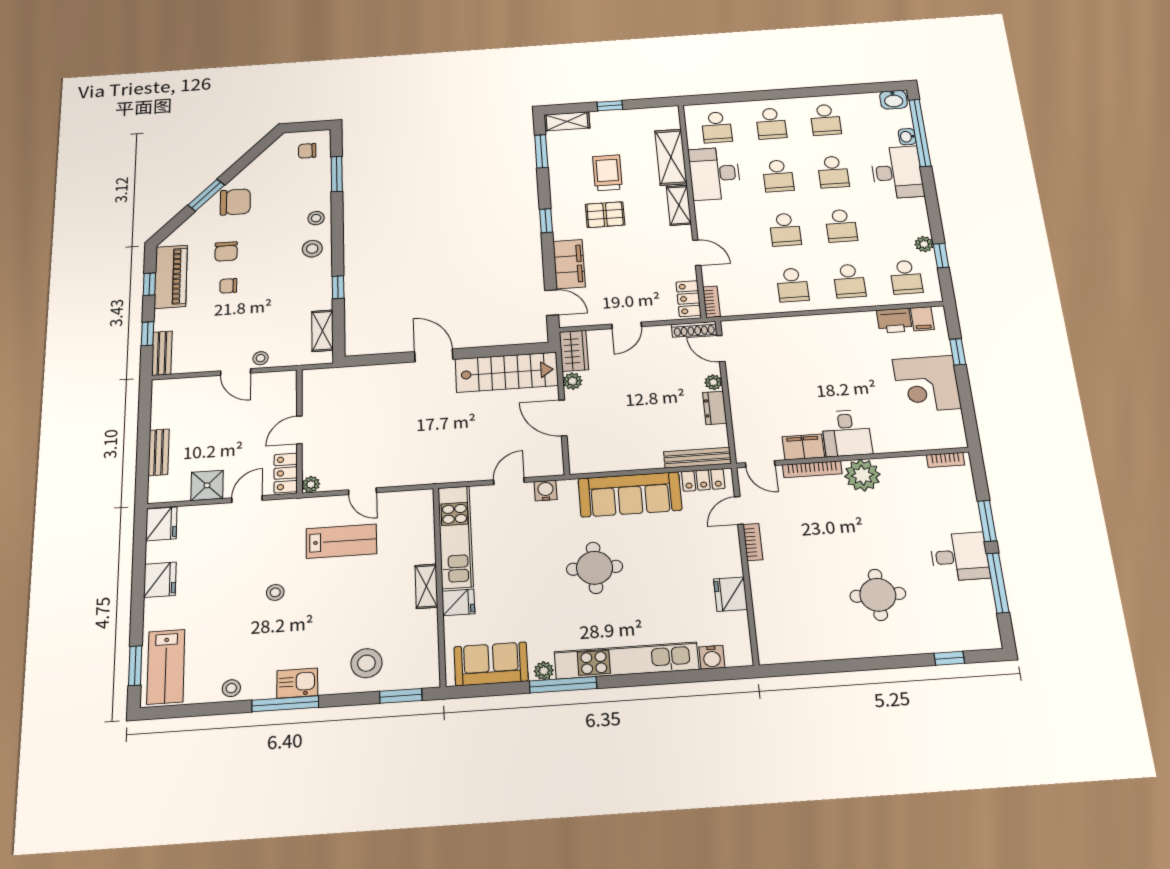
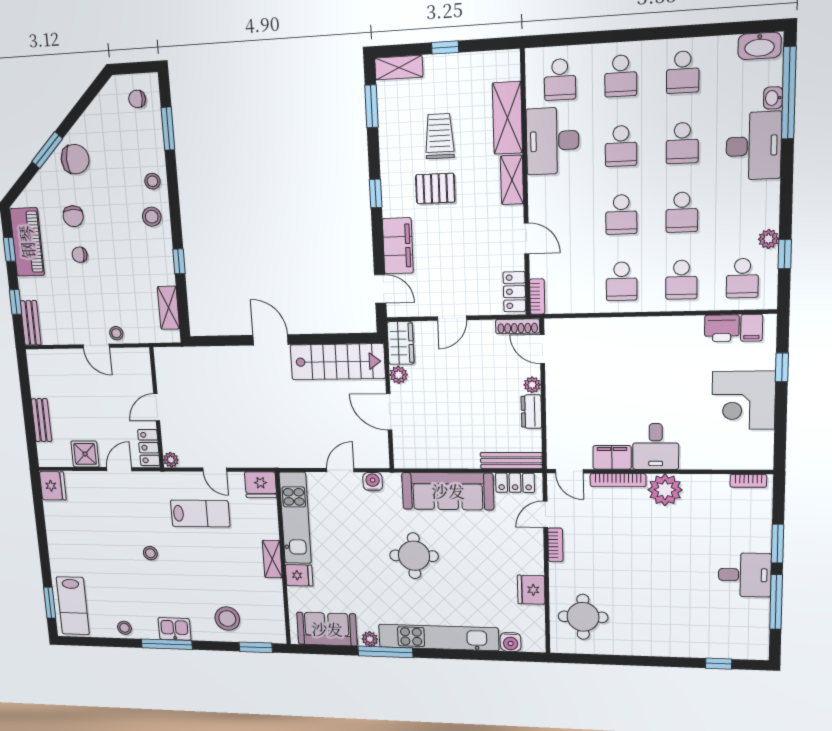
washbasin: (893, 100) -> (760, 46), width x1.38
fridge: (160, 580) -> (261, 485), moved, turned 90
round table: (878, 595) -> (583, 617), moved

